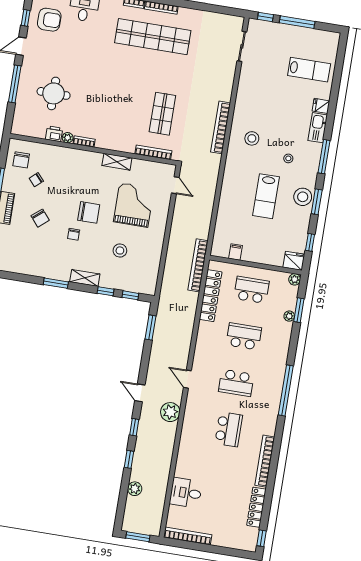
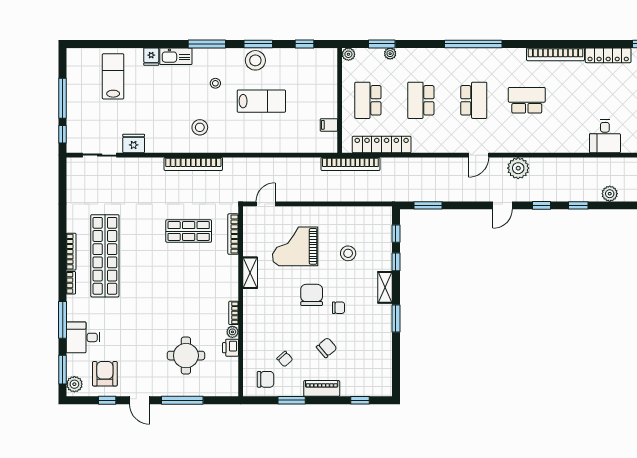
fridge: (294, 261) -> (134, 143), moved, turned 90

